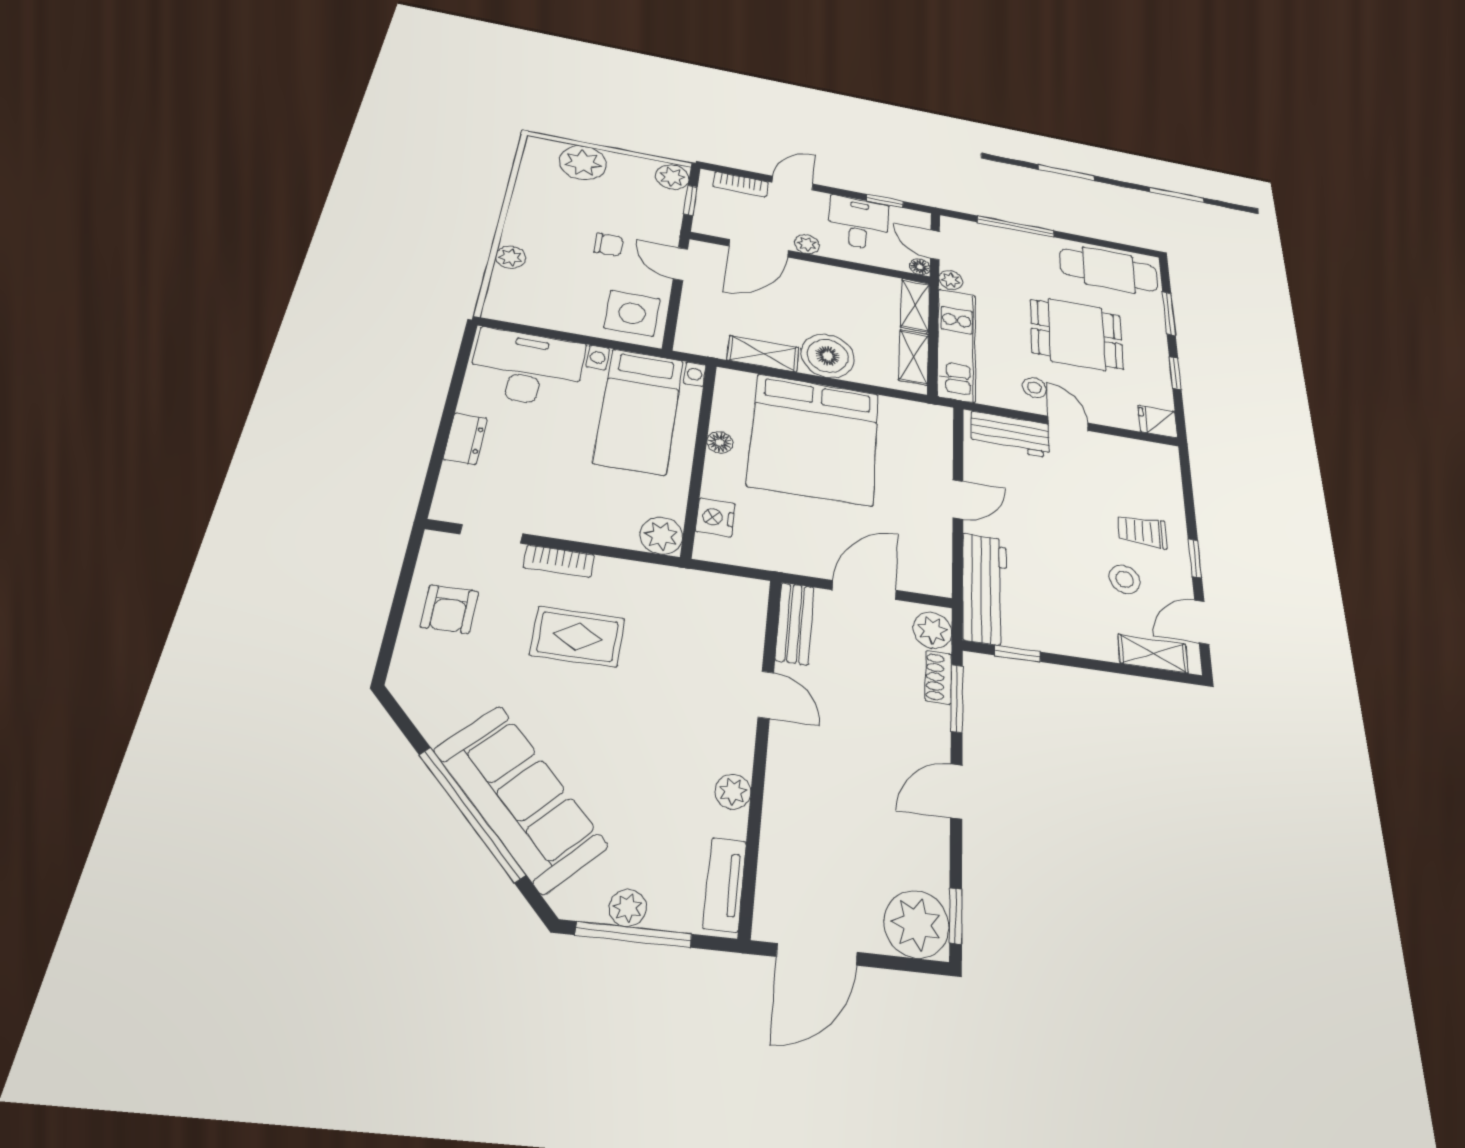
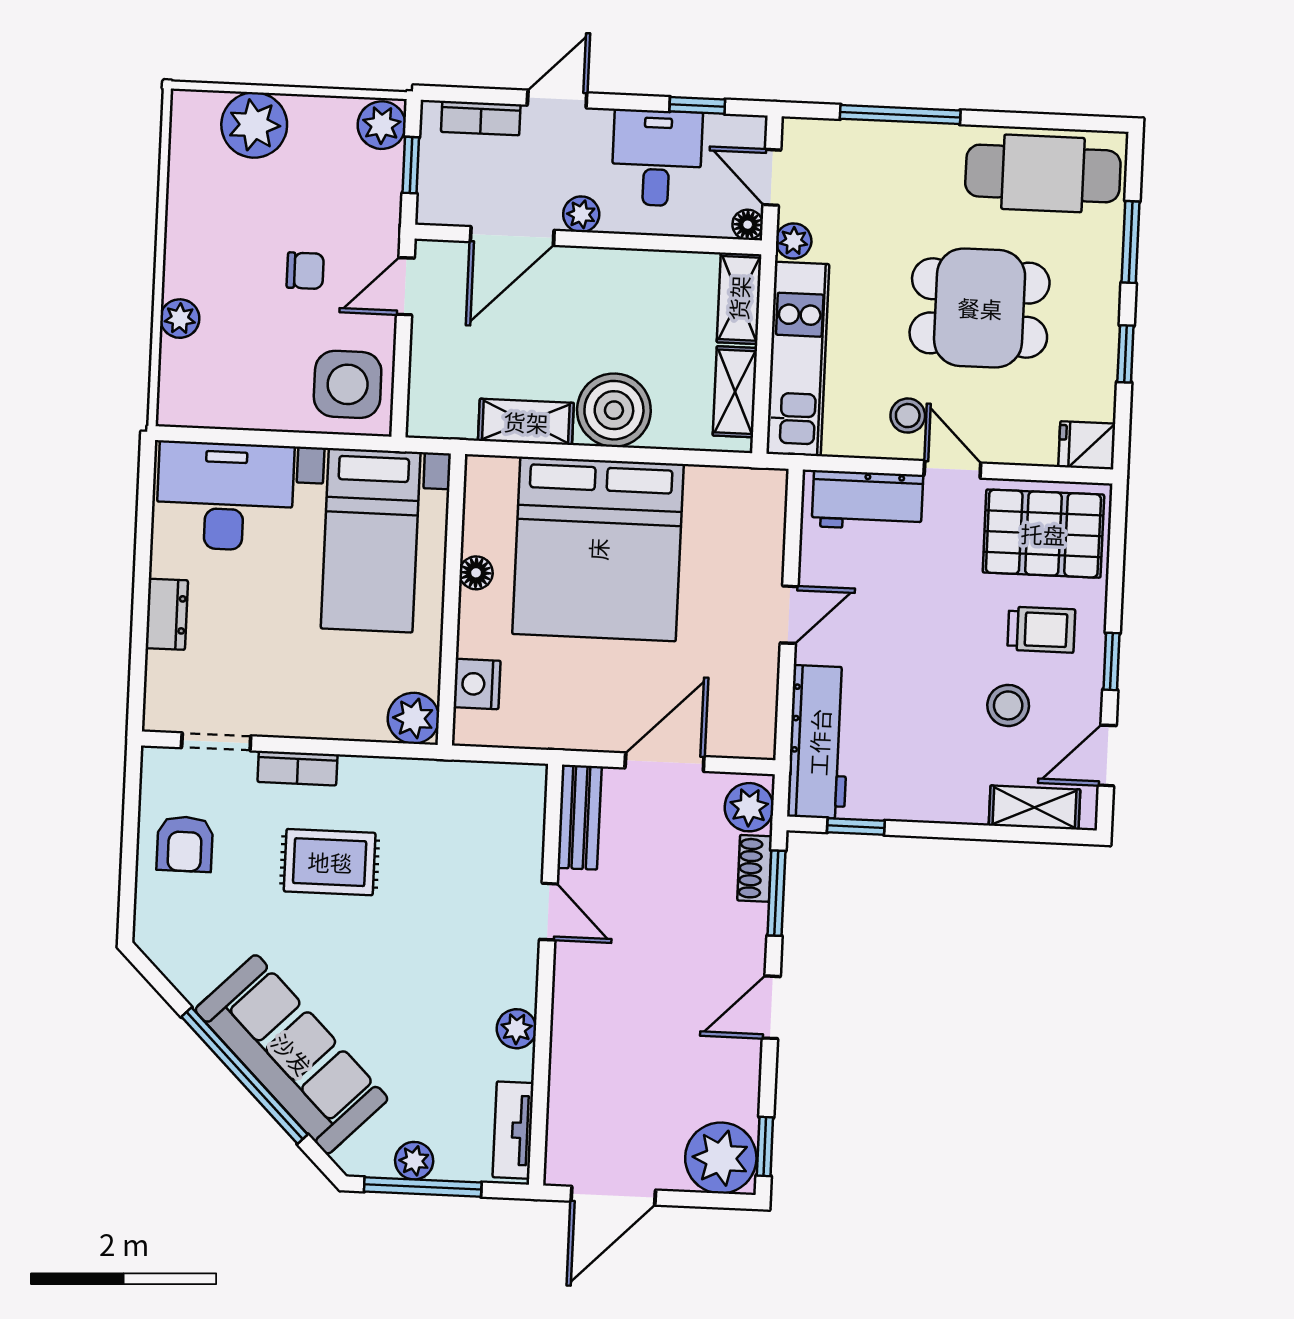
door: (681, 264) -> (405, 286), hinge flipped
pallet: (1136, 471) -> (1043, 534), added
trolley: (1142, 531) -> (1041, 630), turned 180

